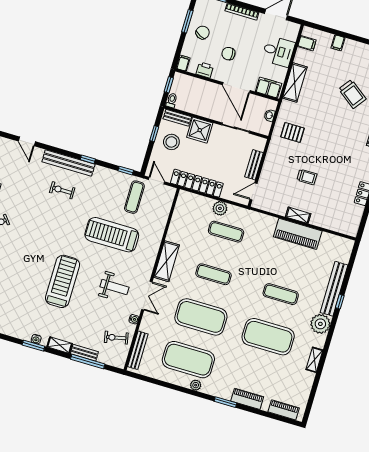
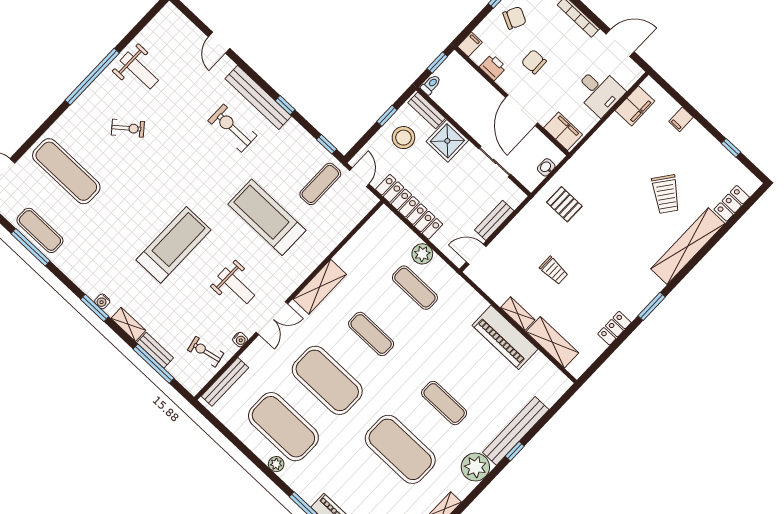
filing cabinet: (307, 43) -> (635, 106), width x2.00
shelving: (295, 83) -> (552, 342), moved, turned 90
exercise bike: (62, 190) -> (232, 128), width x1.38, depth x1.39

